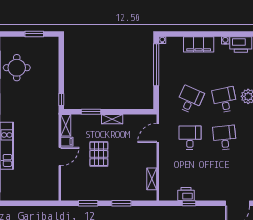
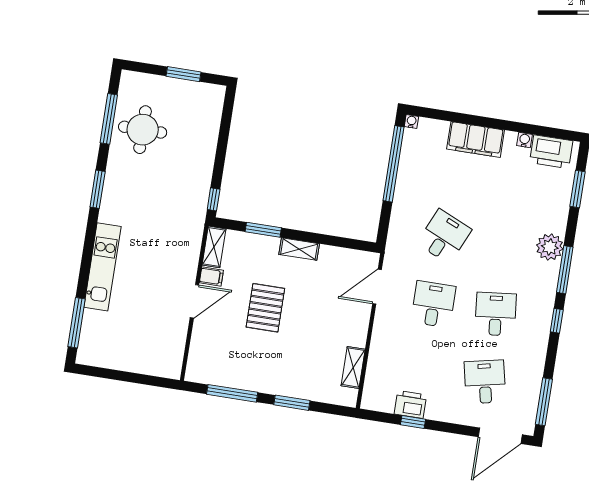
desk: (225, 100) -> (485, 382), moved
window: (88, 203) -> (232, 393), width x1.44

